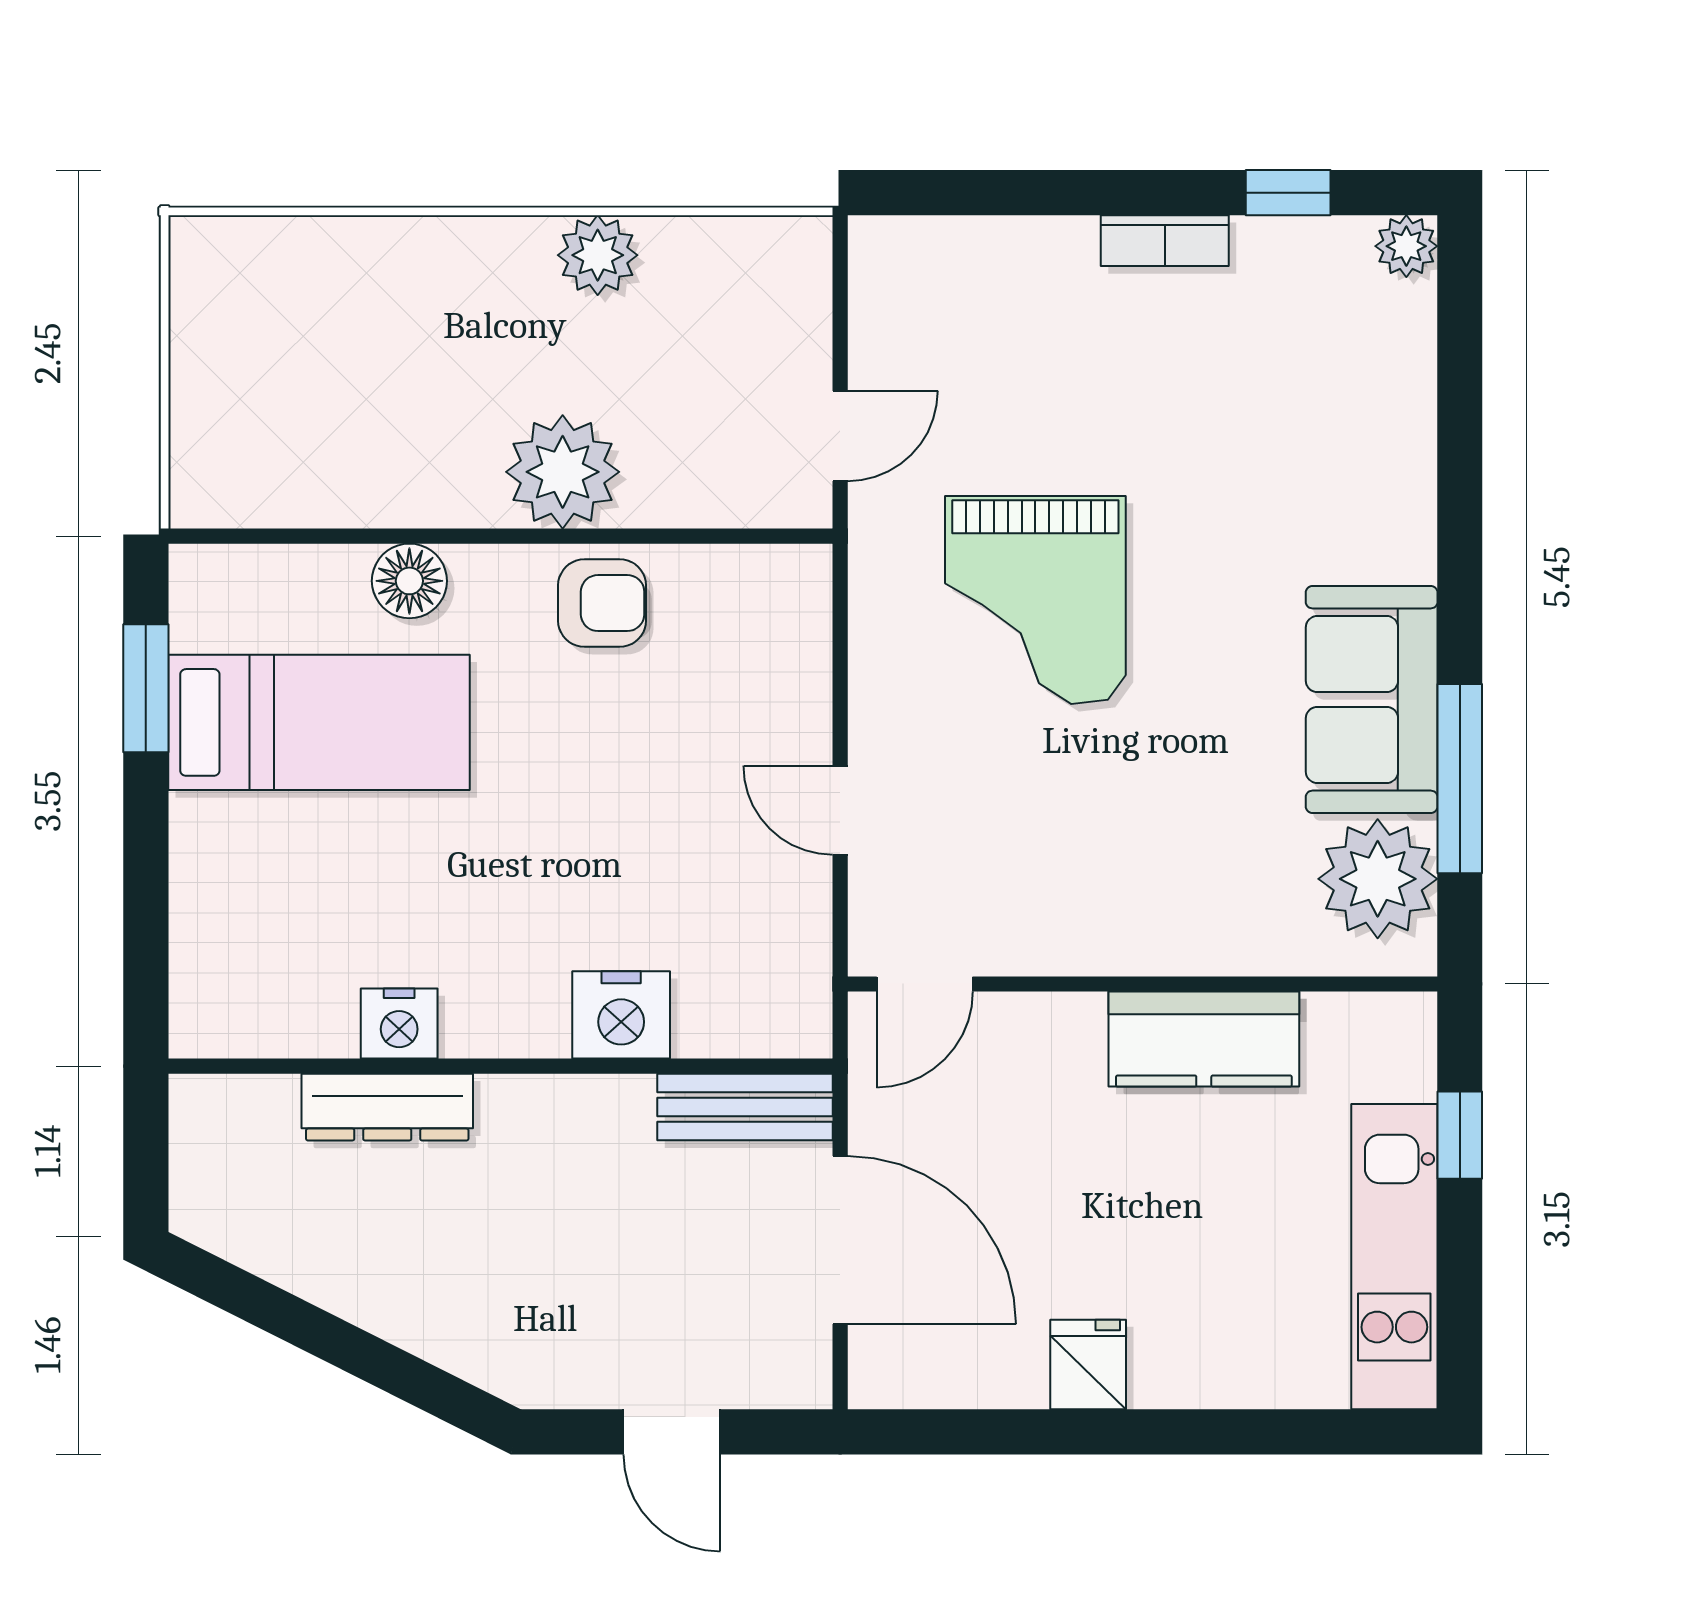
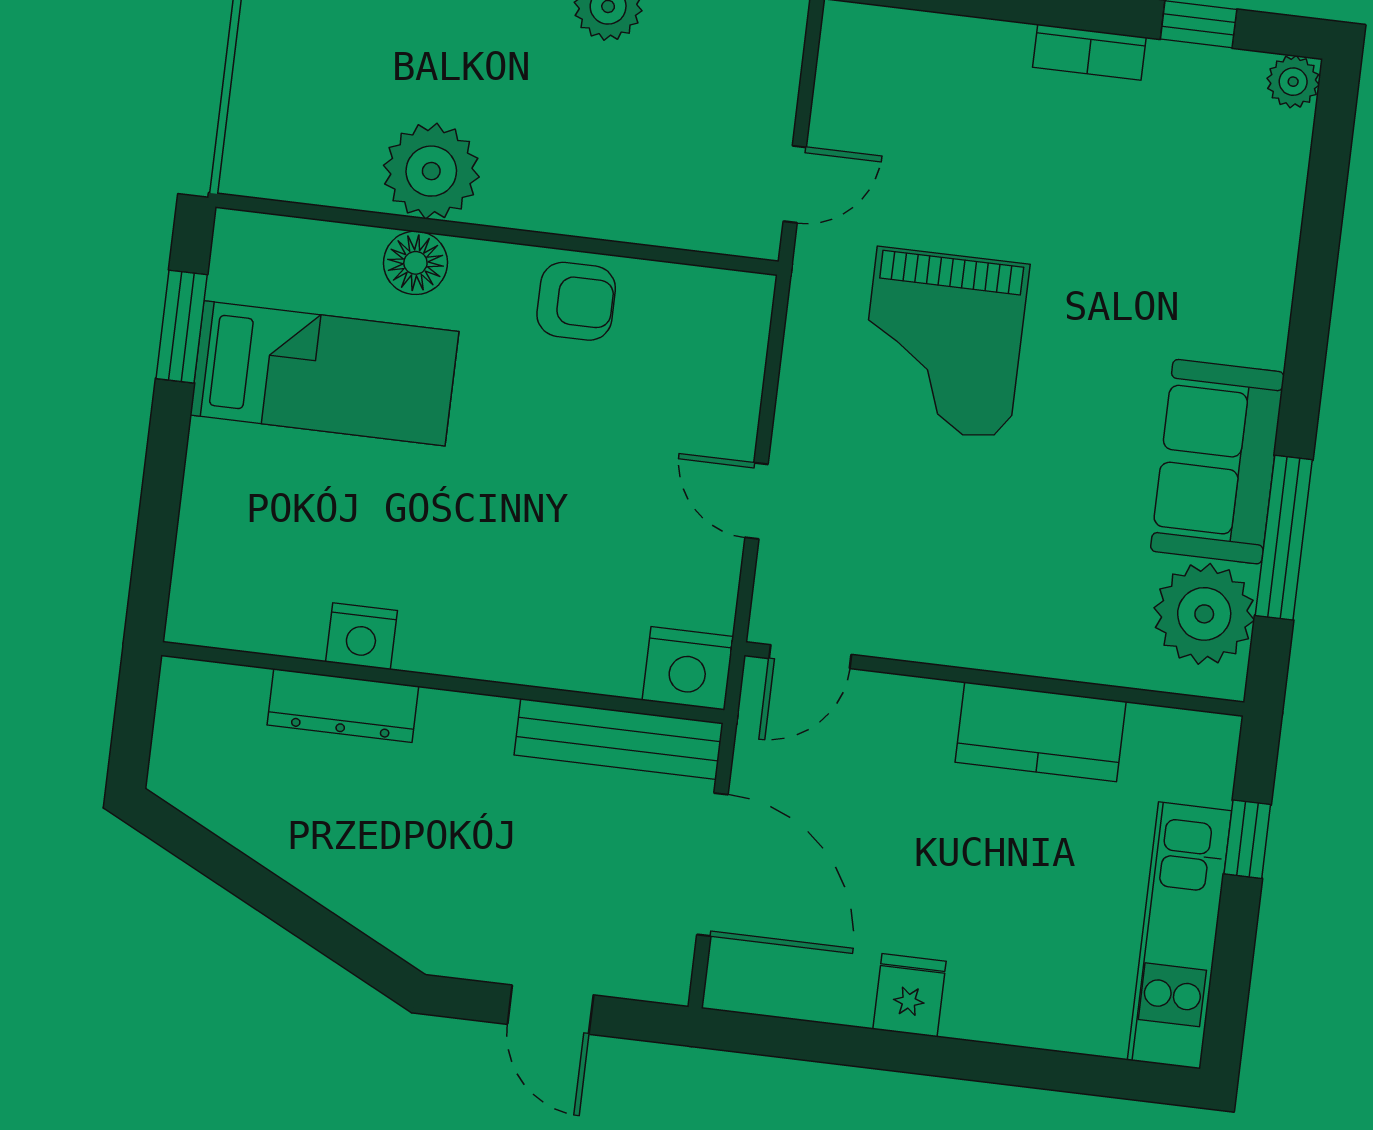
plant: (563, 472) -> (431, 171), moved
nightstand: (621, 1015) -> (688, 668), moved
bench: (745, 1107) -> (619, 739), width x1.36

